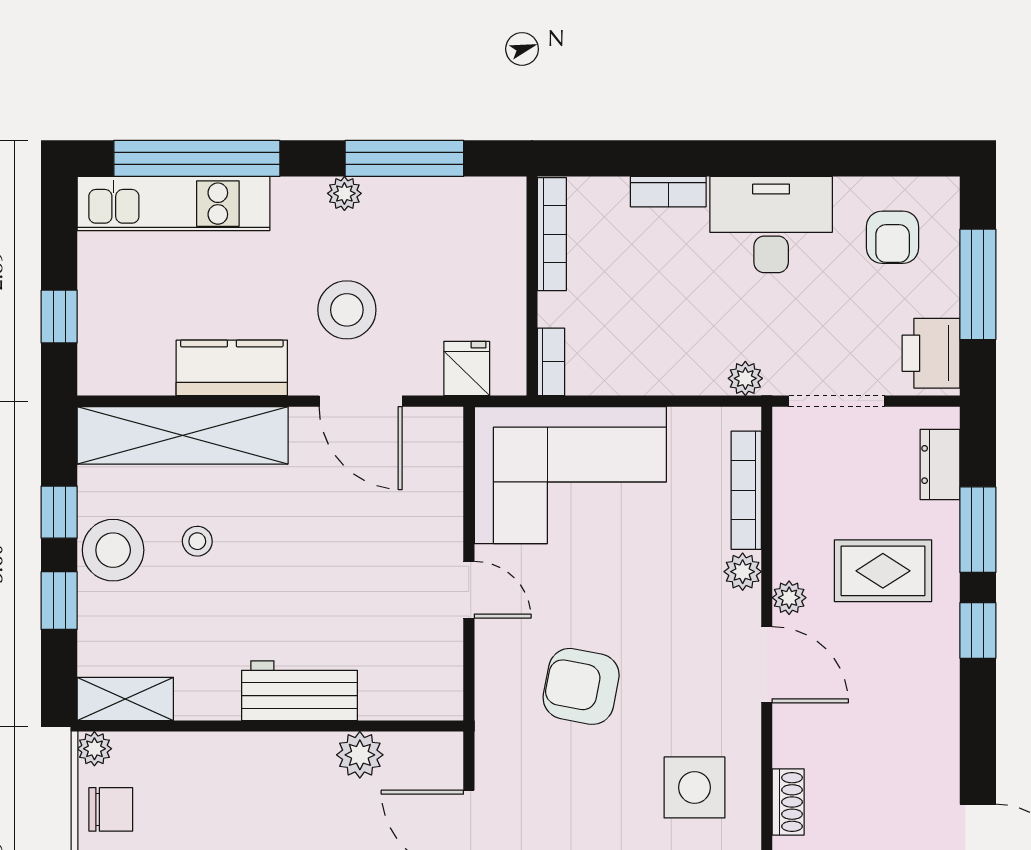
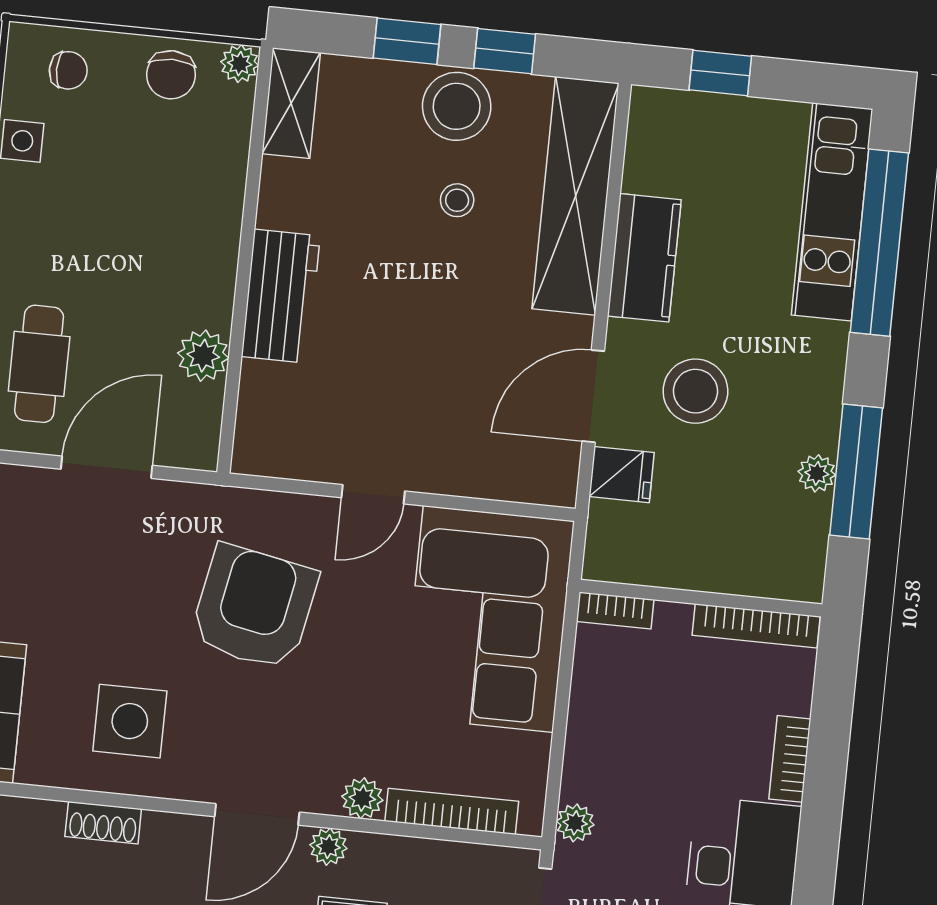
plant: (344, 193) -> (817, 473), moved
fridge: (467, 369) -> (622, 475), moved
armchair: (581, 686) -> (254, 607), width x1.36, depth x1.36

